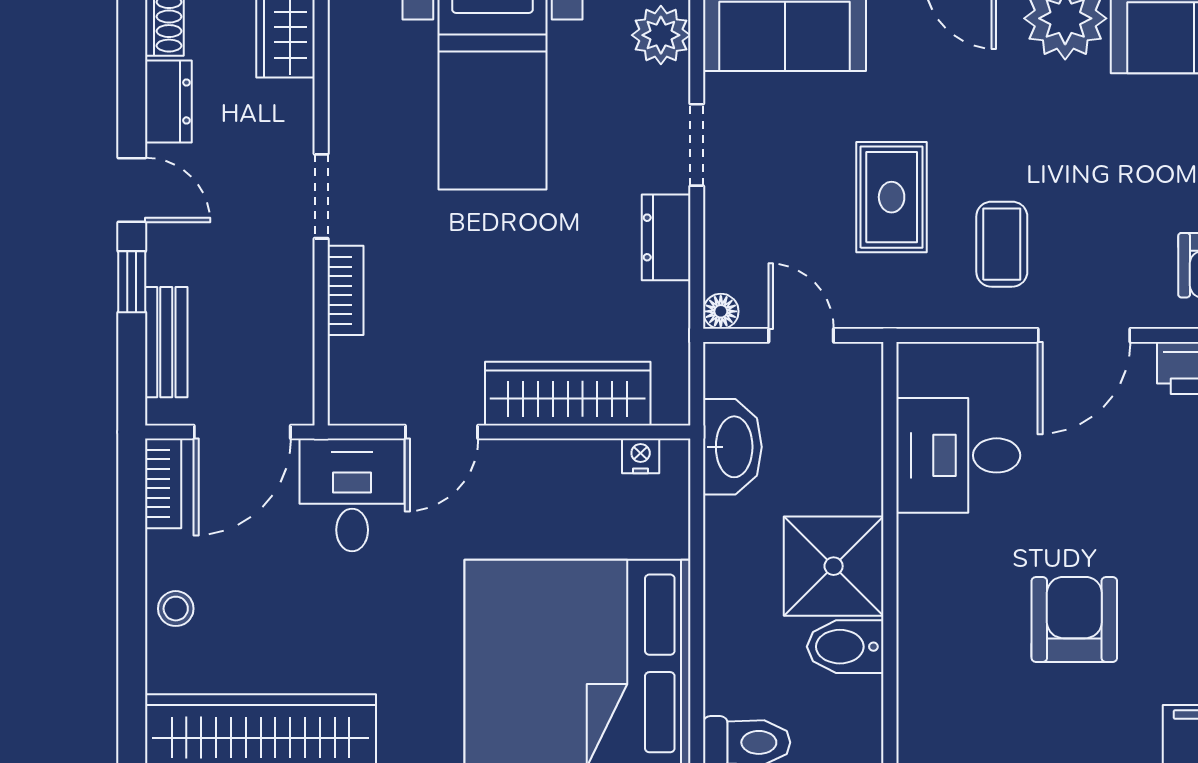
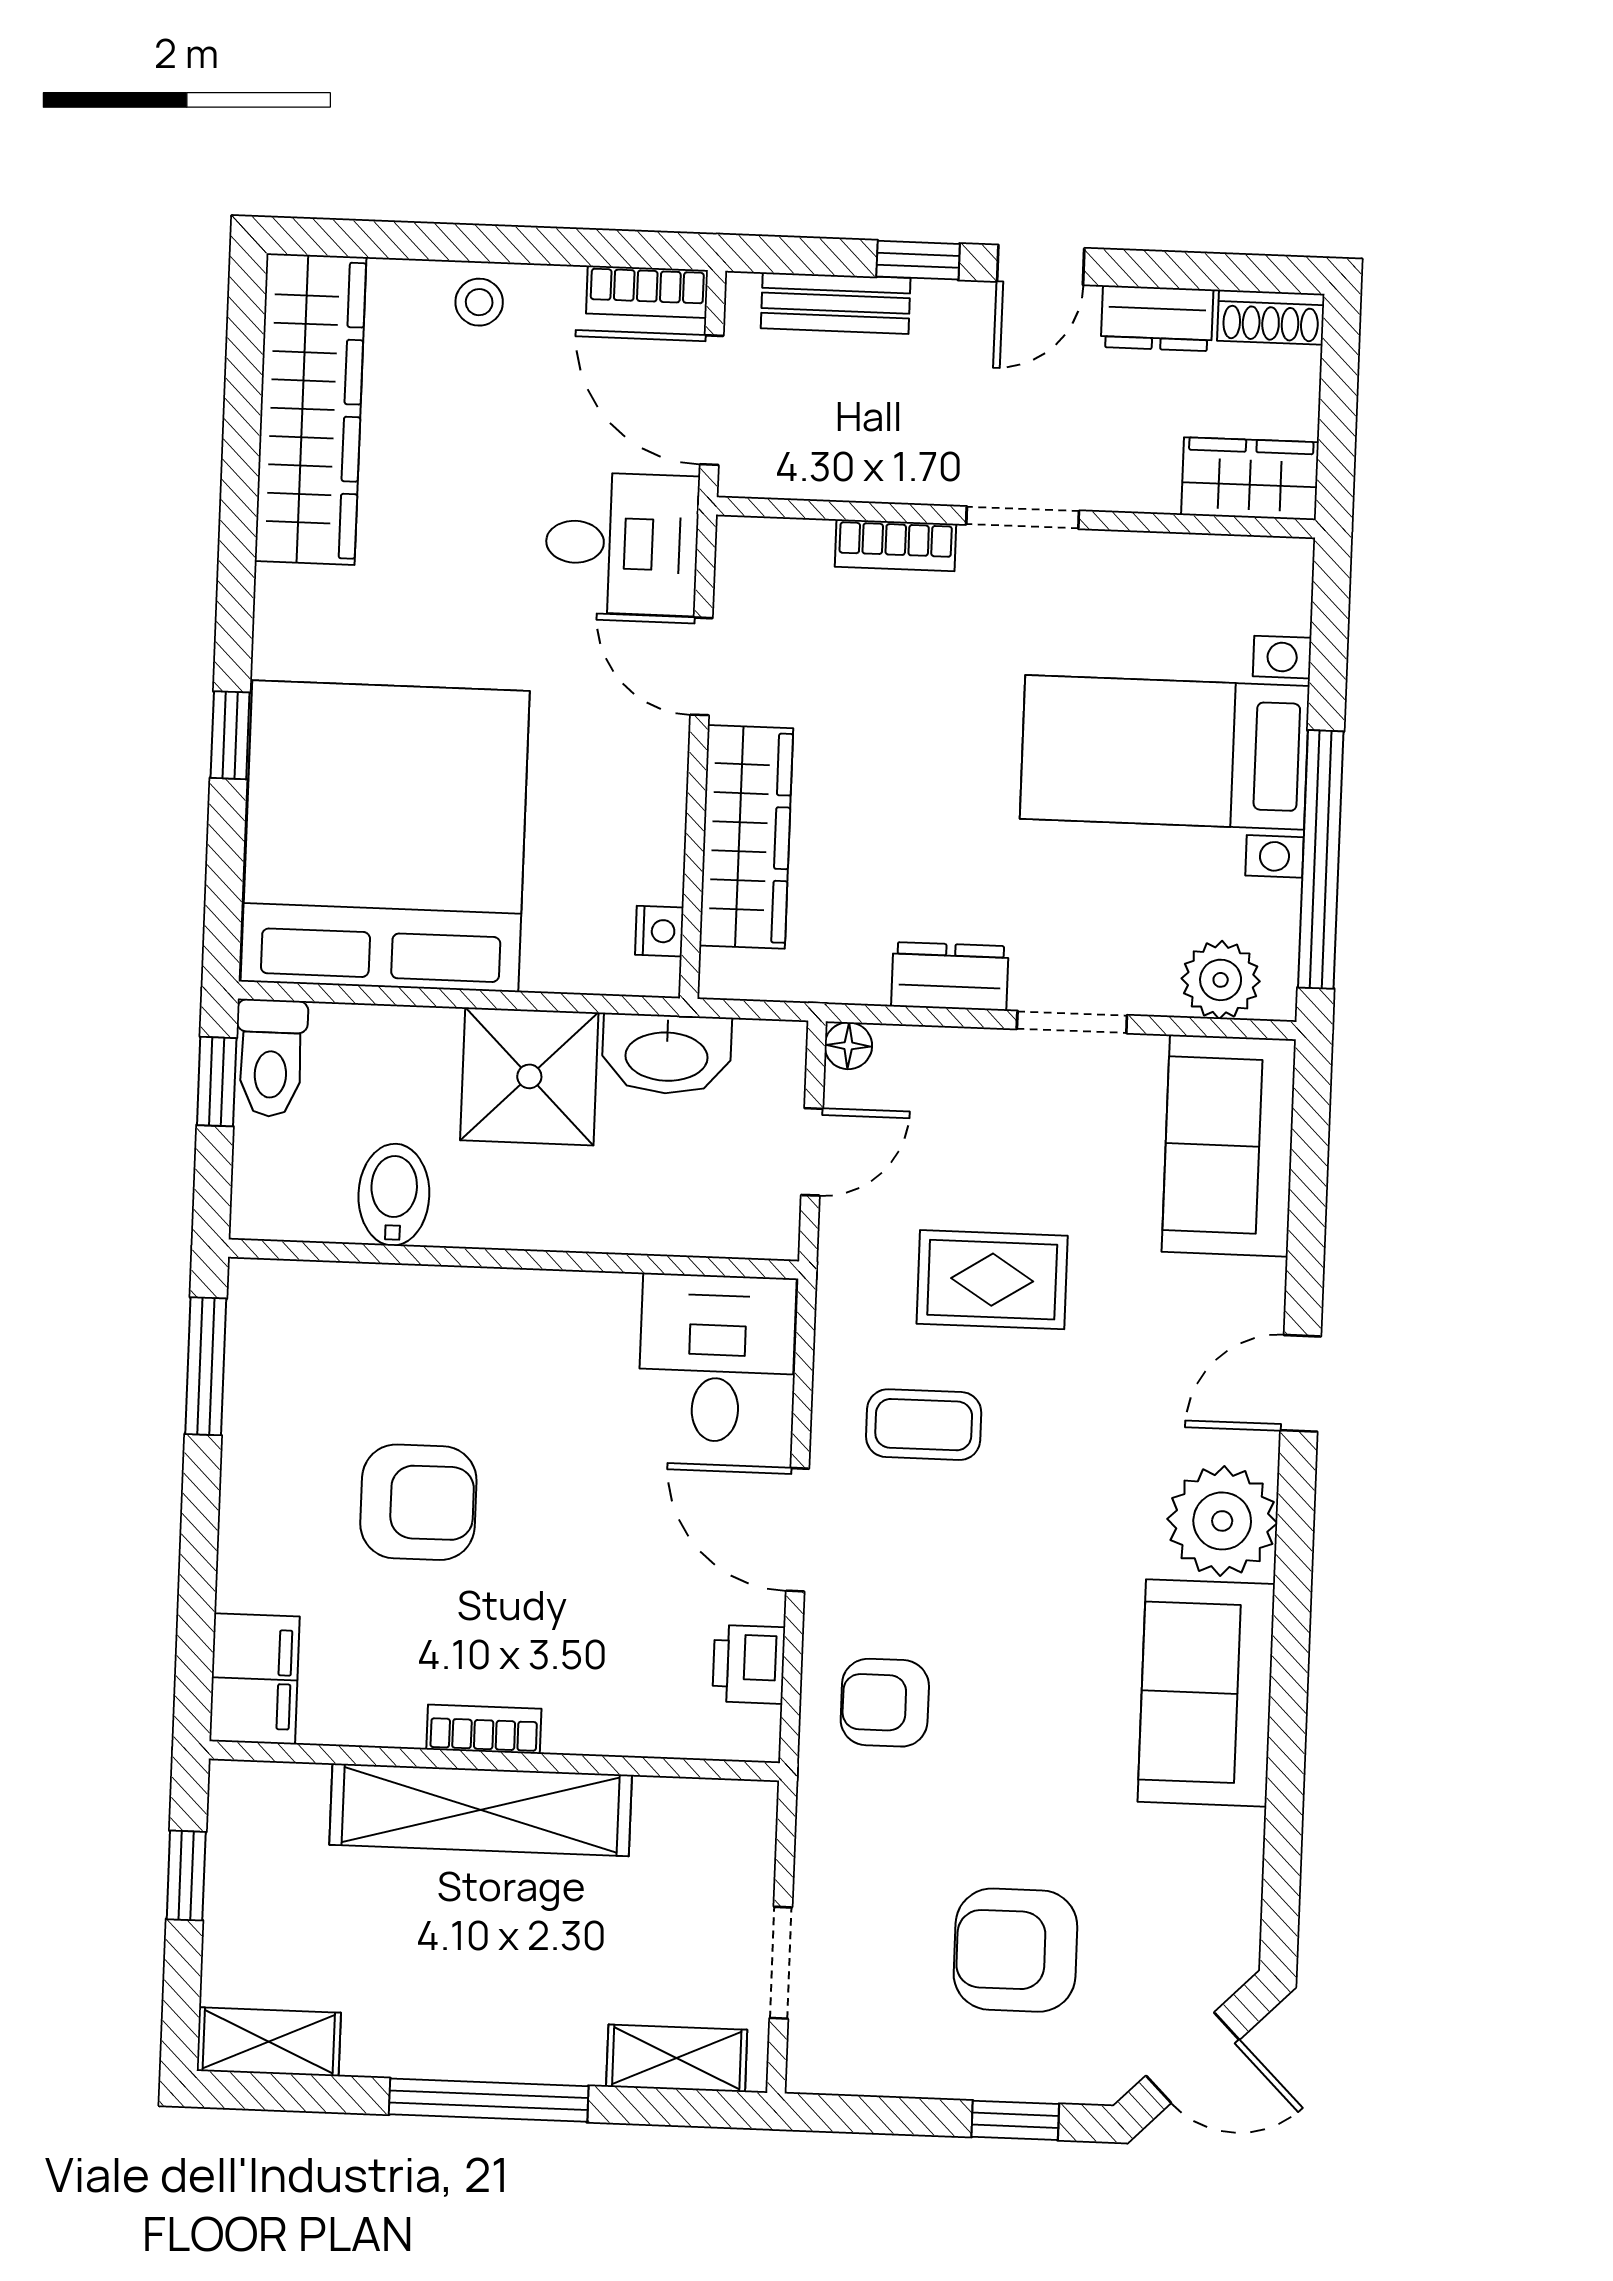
desk: (958, 455) -> (717, 1358), moved
shower: (834, 566) -> (529, 1076), moved

